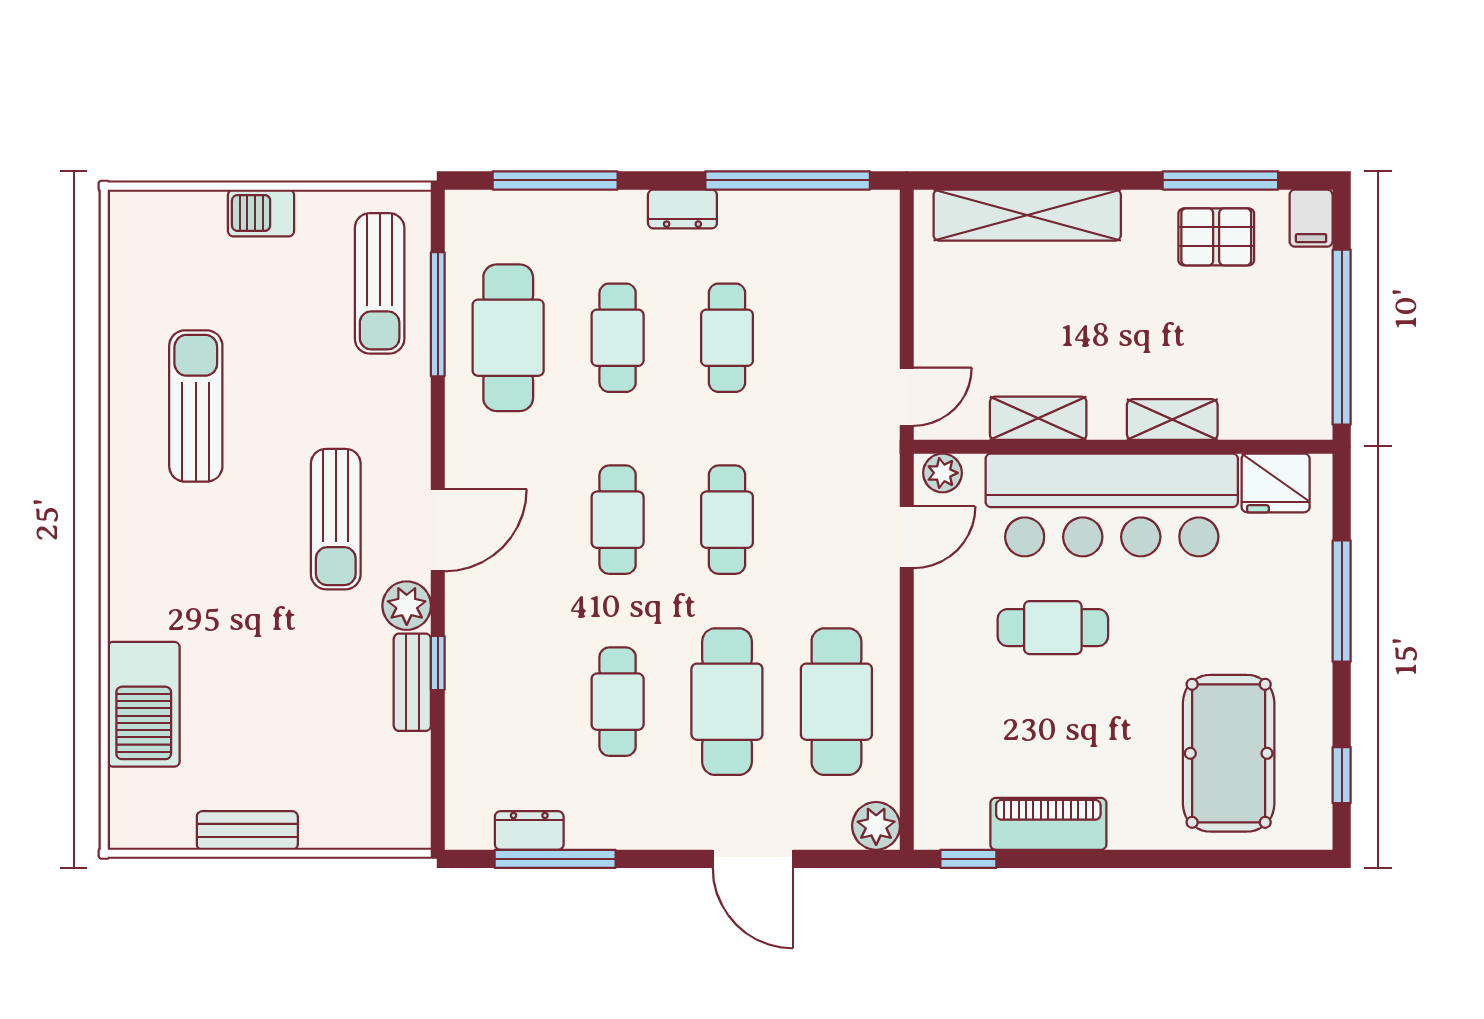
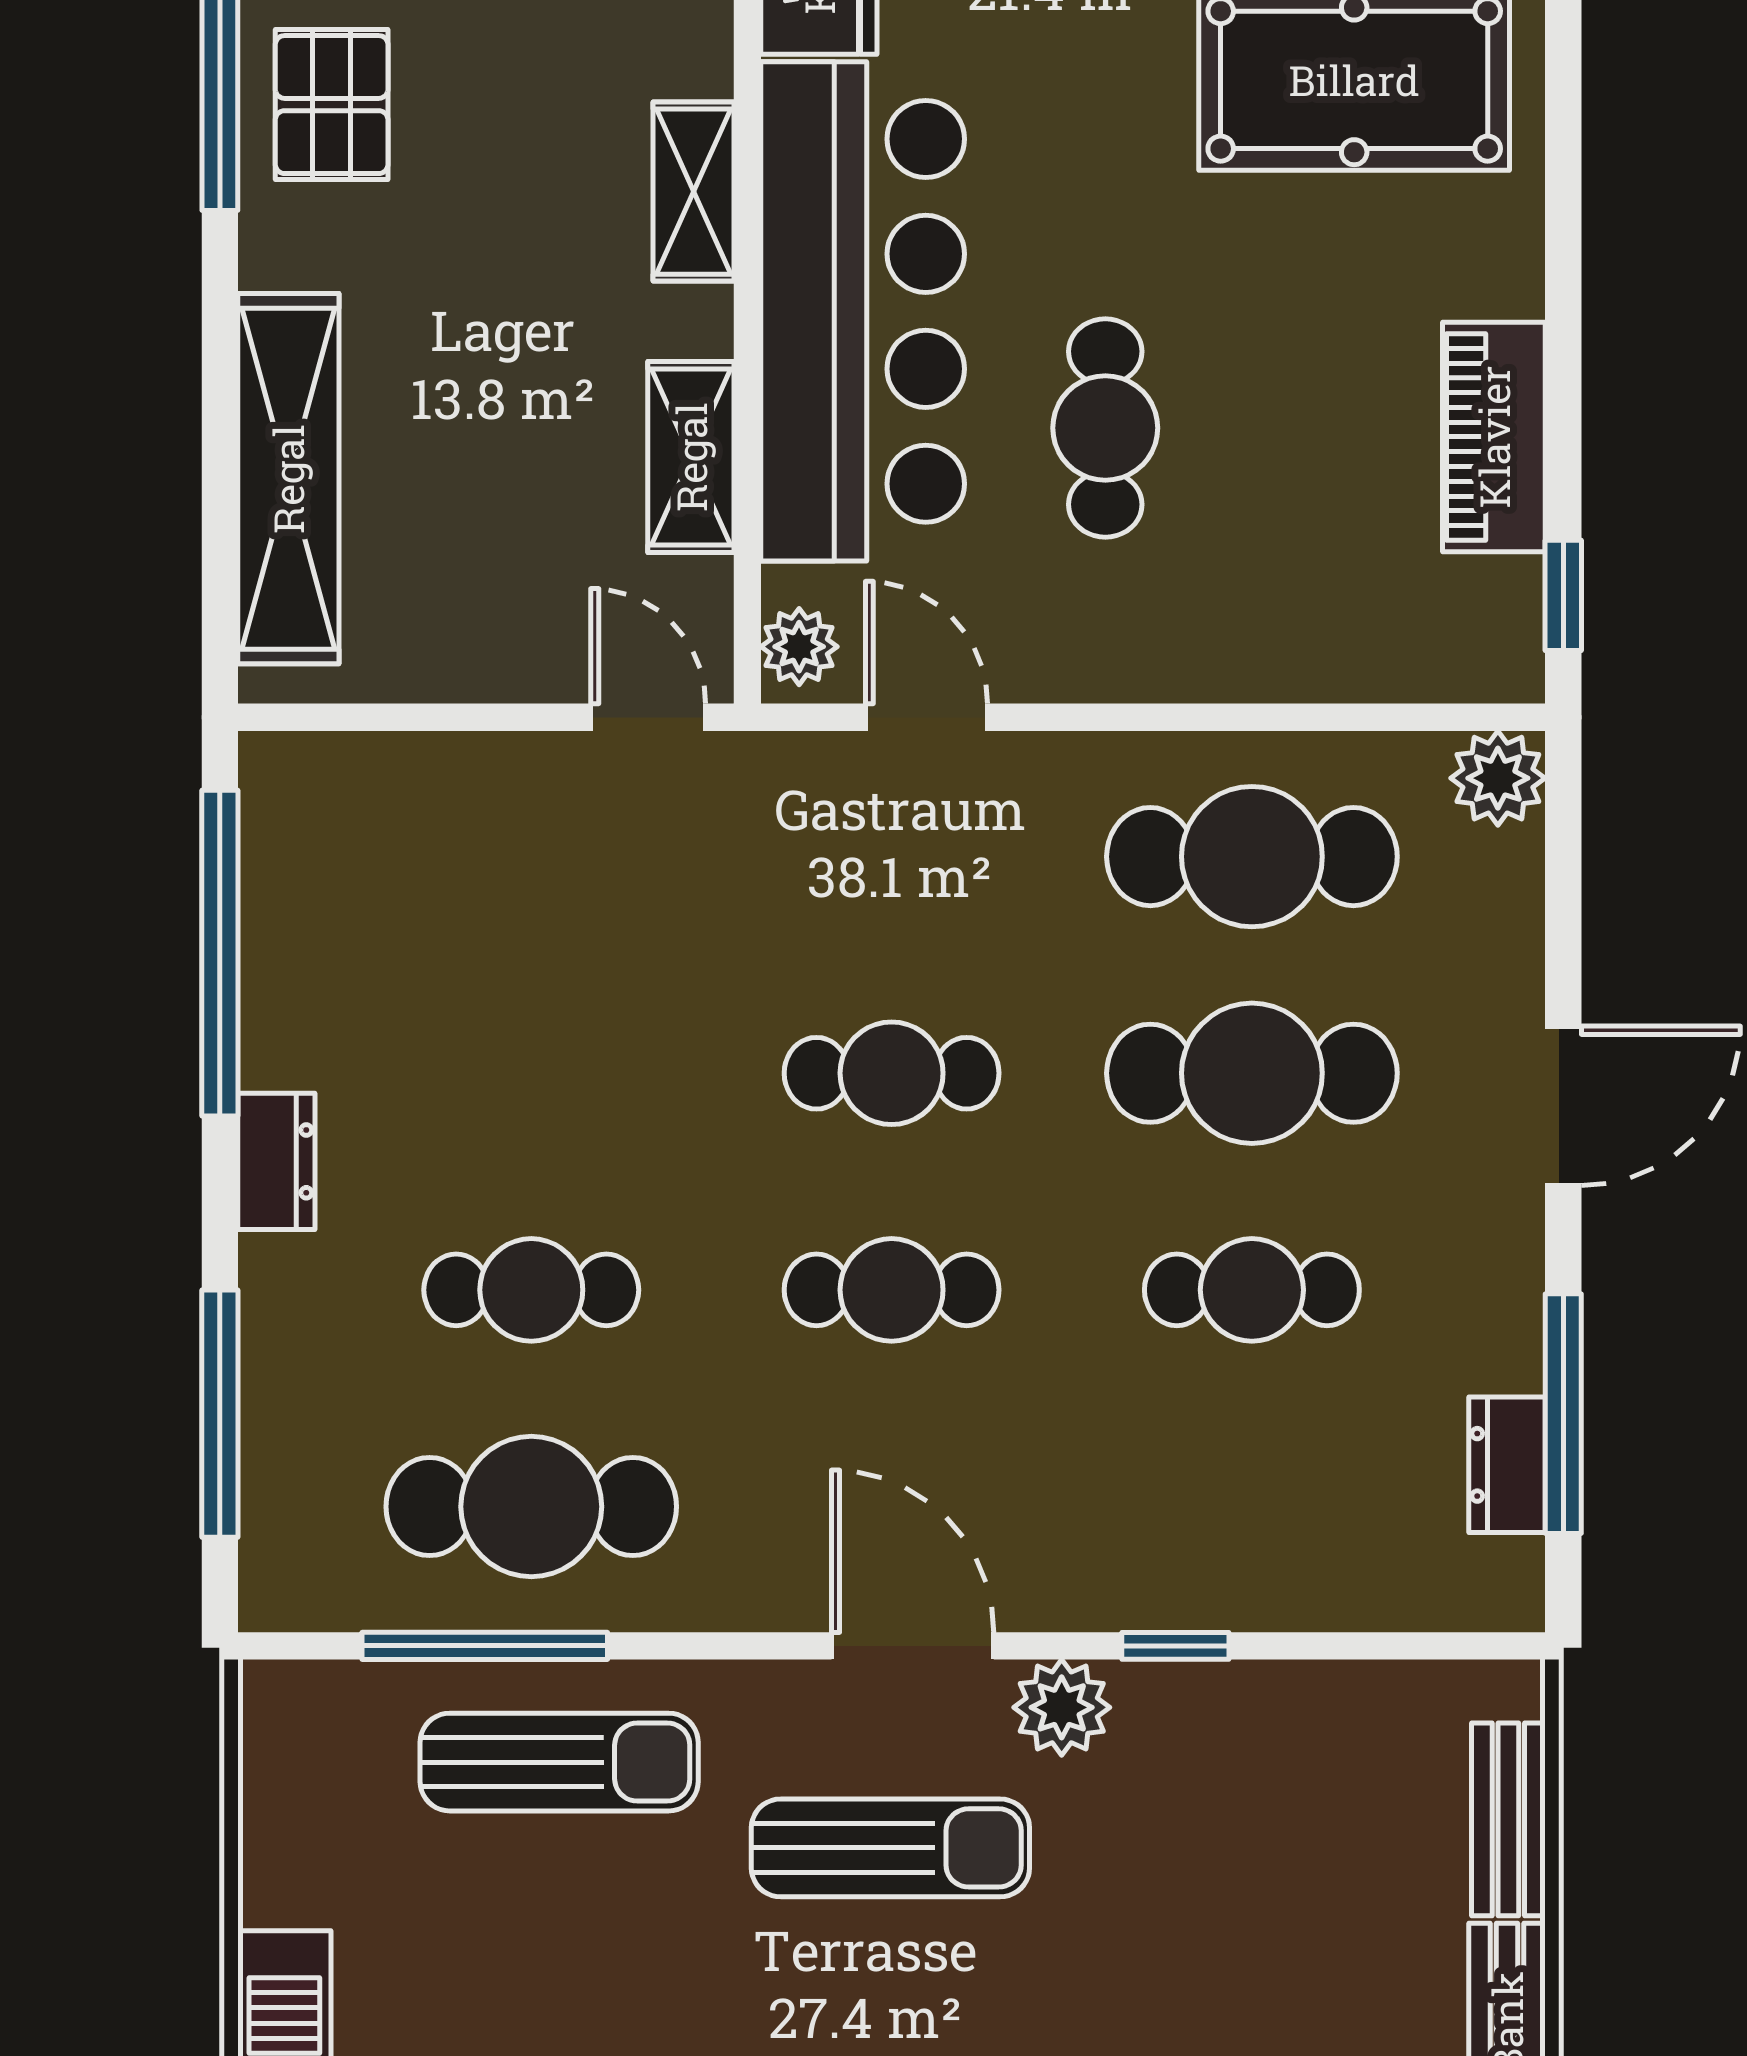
sun lounger: (380, 283) -> (559, 1762), moved
cafe table: (727, 338) -> (531, 1073), removed
bench: (412, 682) -> (1508, 1819), moved, turned 90
door: (753, 859) -> (1563, 1106), moved

